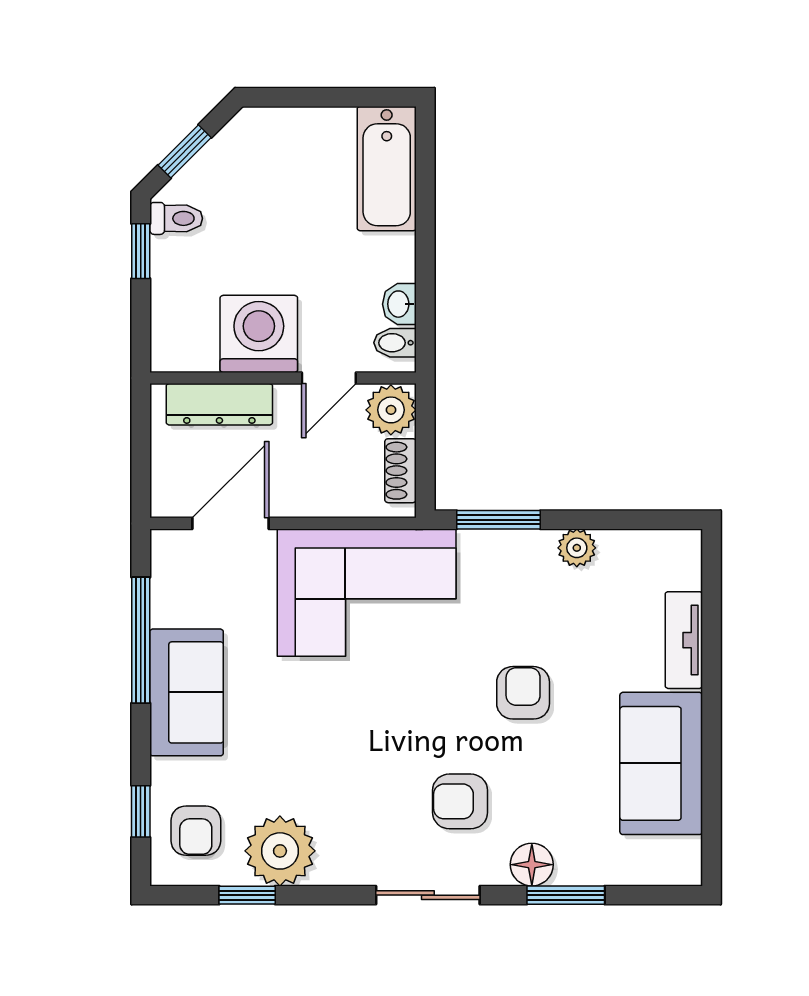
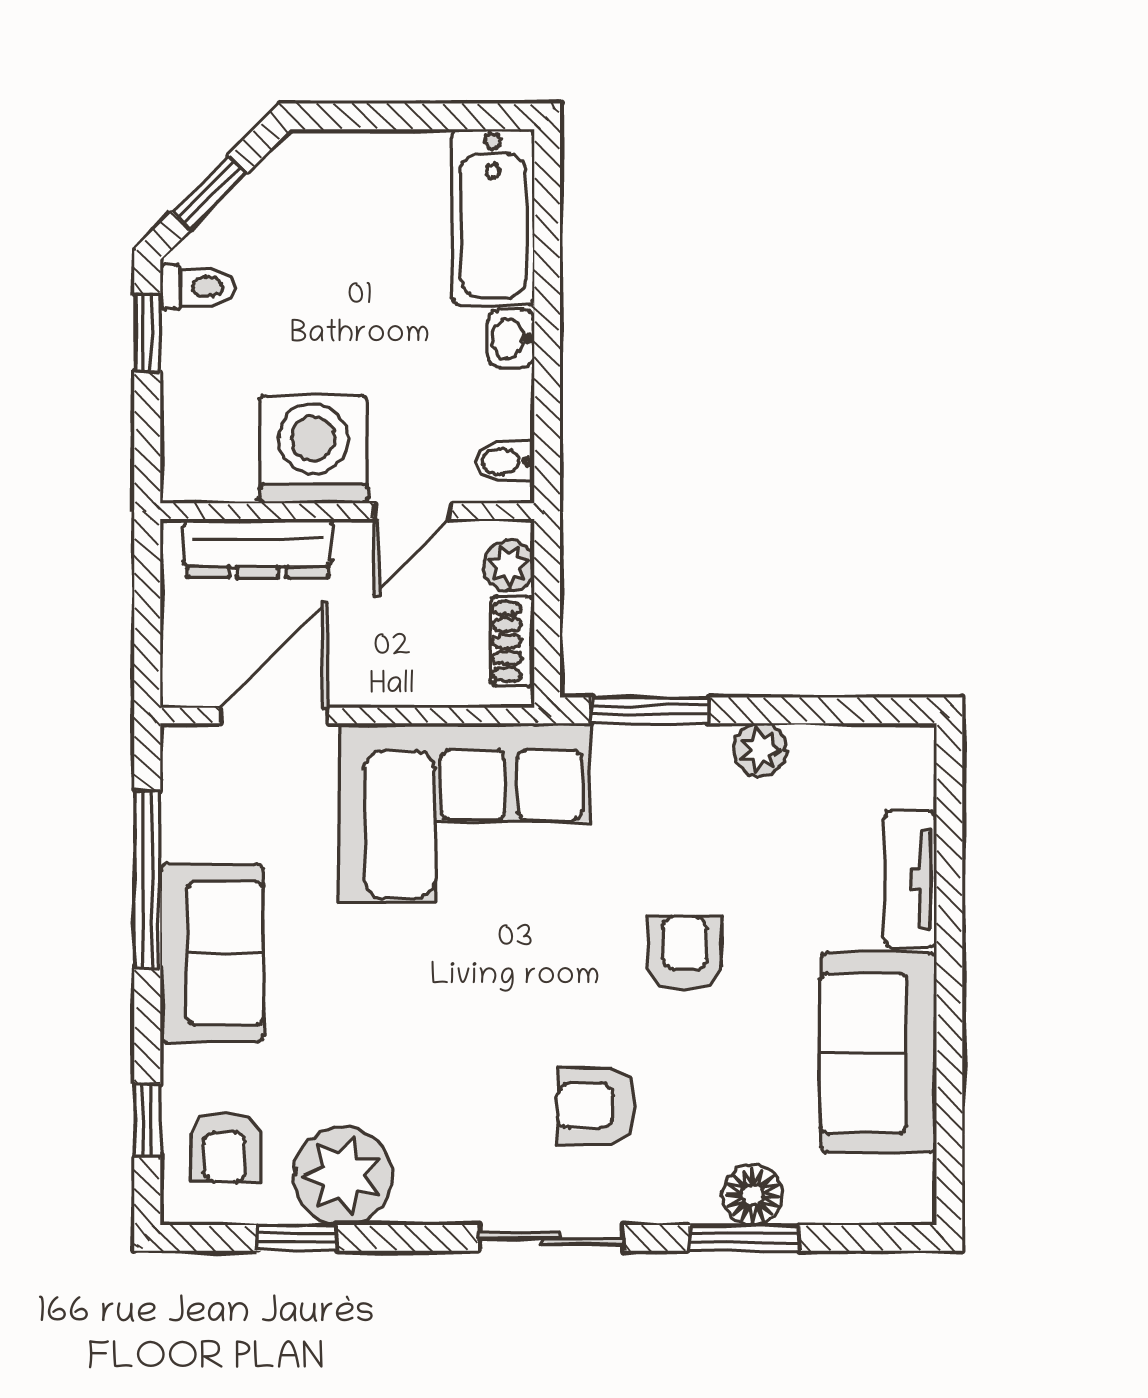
washbasin: (399, 304) -> (511, 339), moved
plant: (391, 410) -> (509, 566), width x0.73, depth x0.73
floor lamp: (532, 865) -> (753, 1195), moved

